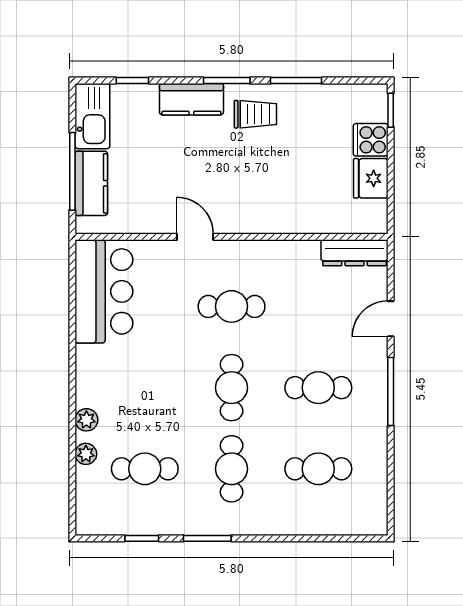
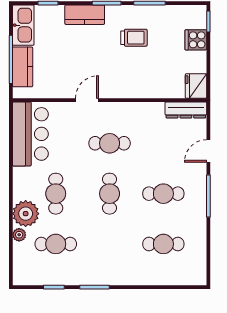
trolley: (255, 114) -> (134, 38), moved
fridge: (371, 178) -> (196, 86), moved
door: (195, 237) -> (87, 100), hinge flipped
plant: (86, 420) -> (26, 214), width x1.88, depth x1.88
cafe table: (232, 469) -> (56, 194), moved

